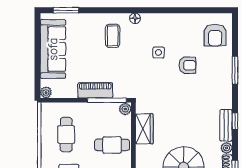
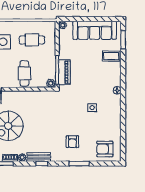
coffee table: (113, 36) -> (111, 56), moved
armchair: (187, 65) -> (72, 142), moved
piano: (95, 90) -> (64, 72), moved
wardrobe: (144, 129) -> (36, 97), removed

